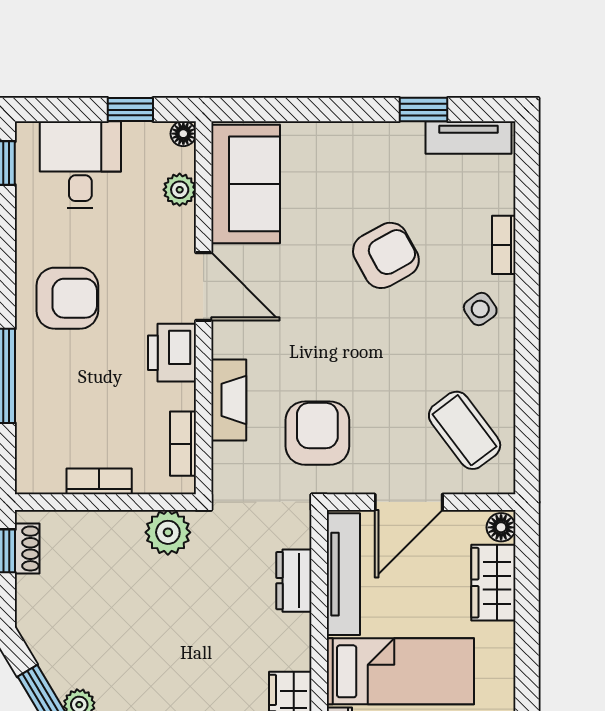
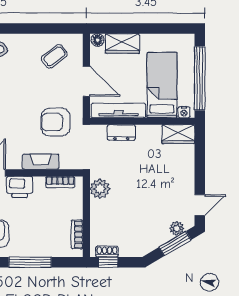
coffee table: (465, 430) -> (54, 56), width x0.73, depth x0.77
bookcase: (99, 481) -> (77, 234), moved

